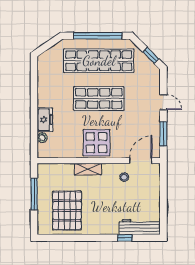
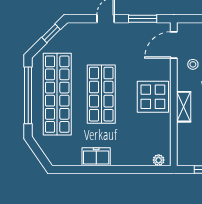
freezer: (45, 120) -> (96, 157), moved
plant: (42, 138) -> (159, 160), moved
door: (141, 161) -> (174, 45), hinge flipped

